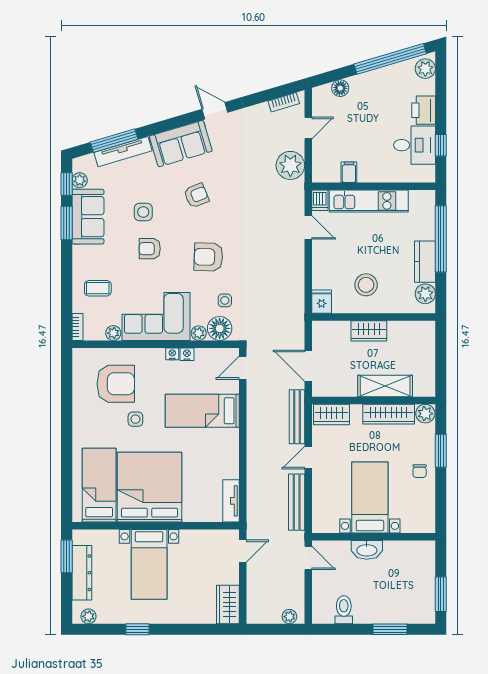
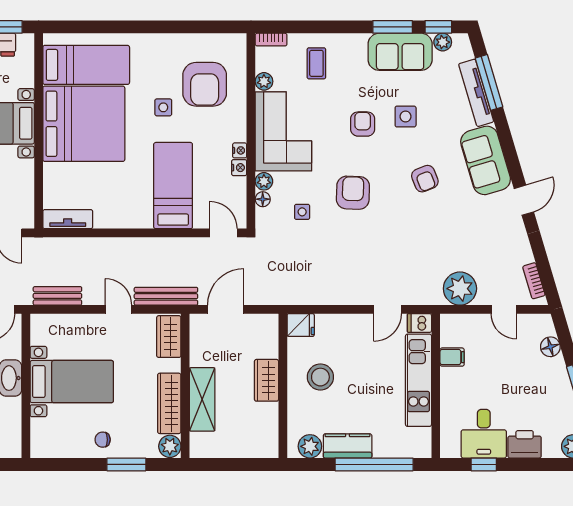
floor lamp: (220, 328) -> (263, 199), width x0.53, depth x0.53
bench: (297, 502) -> (57, 296), width x0.73

